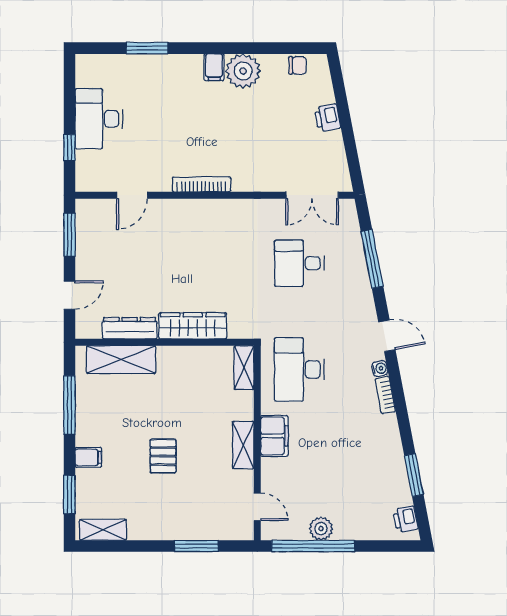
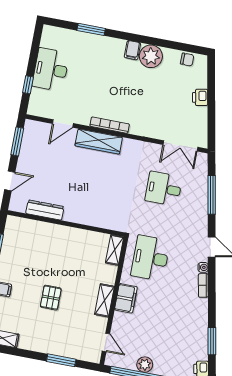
wardrobe: (193, 326) -> (99, 142), moved, turned 180
shelving: (121, 360) -> (35, 229), removed

